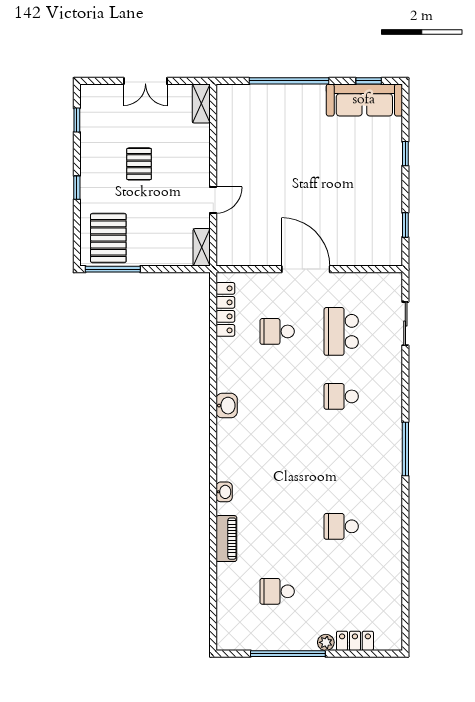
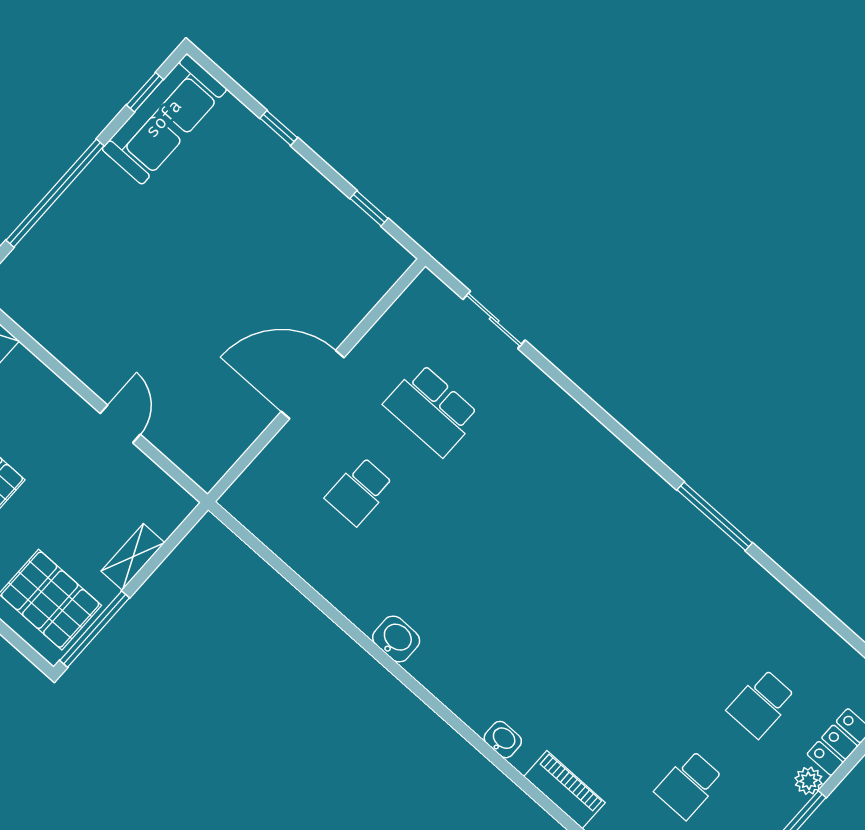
shelving: (202, 247) -> (133, 557), moved, turned 90
locker: (225, 309) -> (273, 532), removed
school desk: (341, 396) -> (514, 483), removed
window: (405, 449) -> (715, 516), moved
school desk: (341, 526) -> (761, 704), moved

